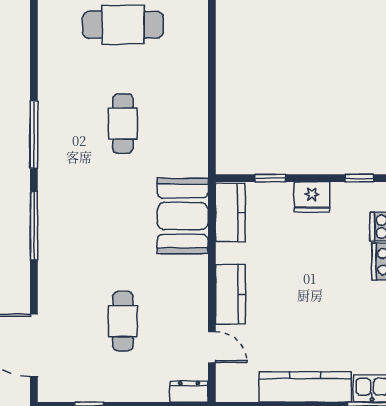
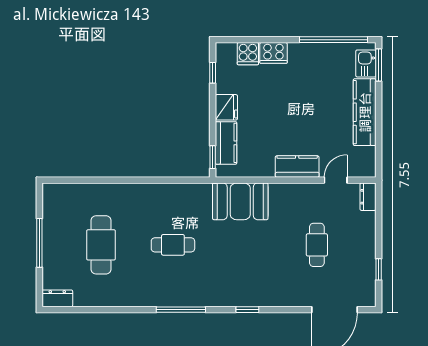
window: (270, 178) -> (213, 157), moved
kitchen counter: (230, 212) -> (226, 143), moved, turned 90
window: (34, 226) -> (247, 310), width x0.46
cafe table: (123, 321) -> (317, 245), turned 90

